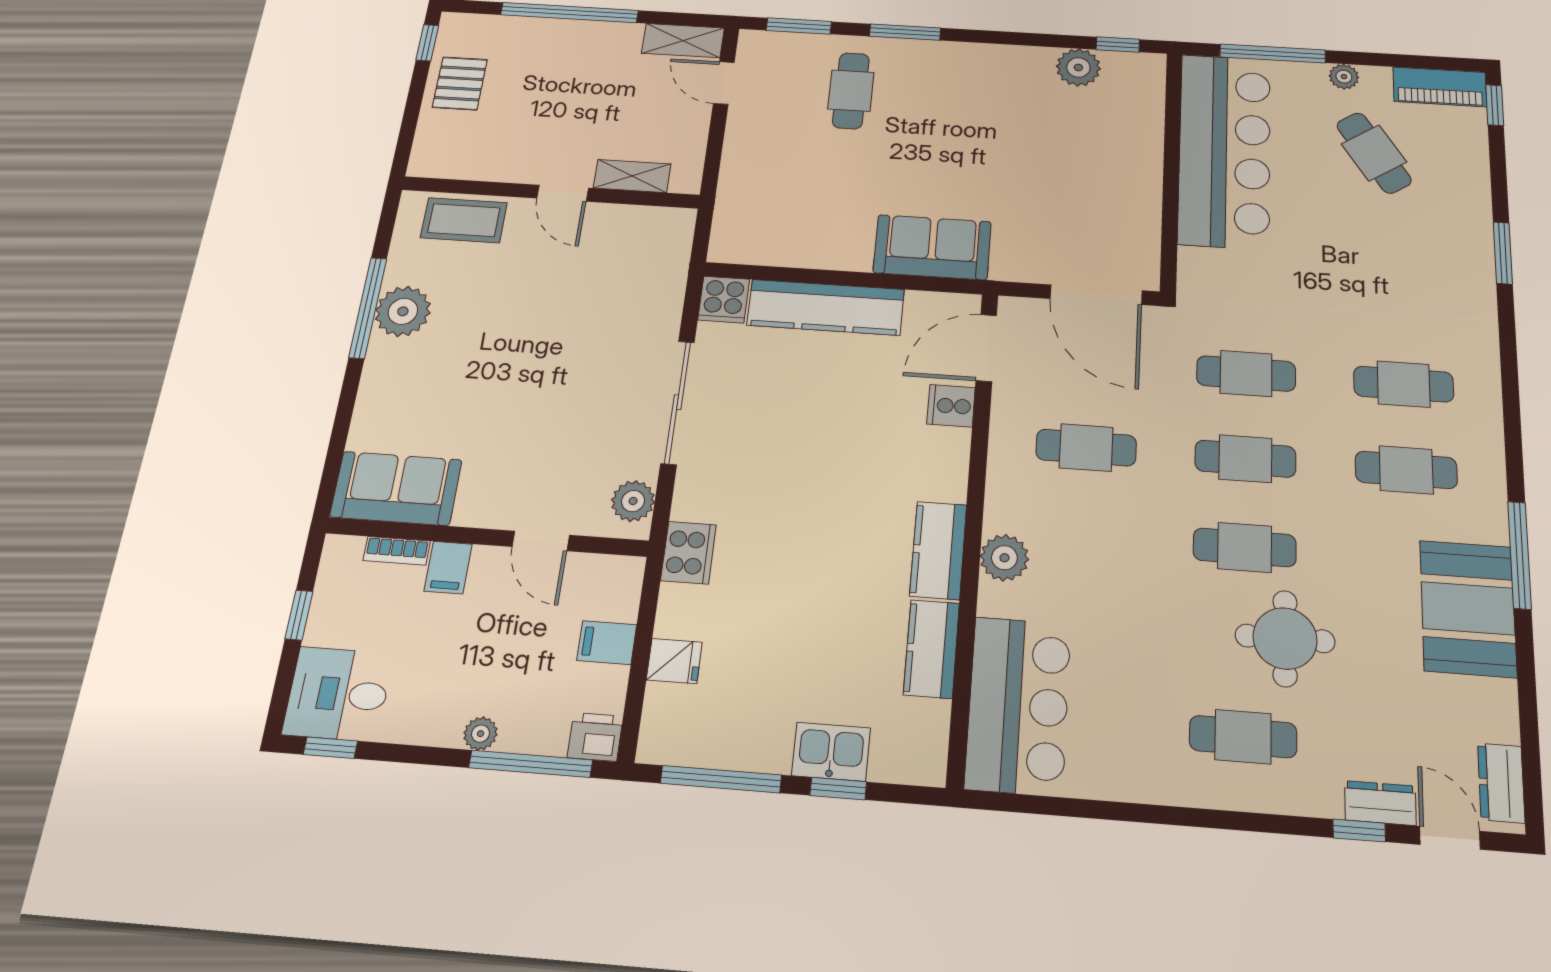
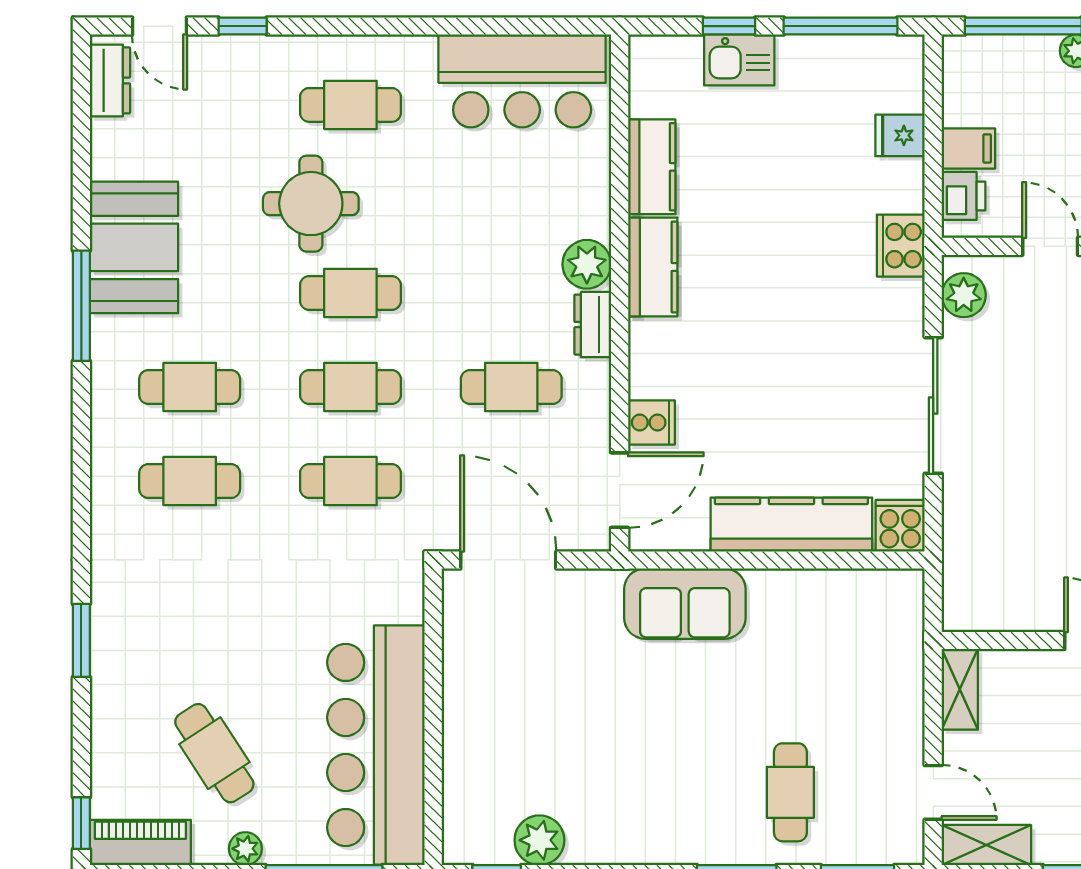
shelving: (632, 176) -> (960, 689), moved, turned 90
bar counter: (1018, 705) -> (522, 81), moved, turned -90
printer: (595, 737) -> (963, 196), moved, turned -90
dresser: (1380, 803) -> (593, 325), moved, turned 90

